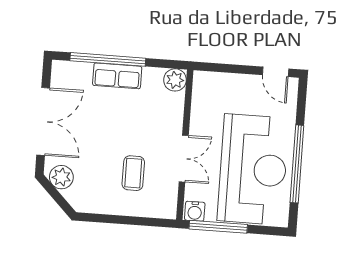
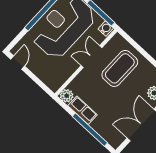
row of seats: (117, 76) -> (83, 110), moved
coffee table: (133, 173) -> (120, 68), width x1.86, depth x1.72

